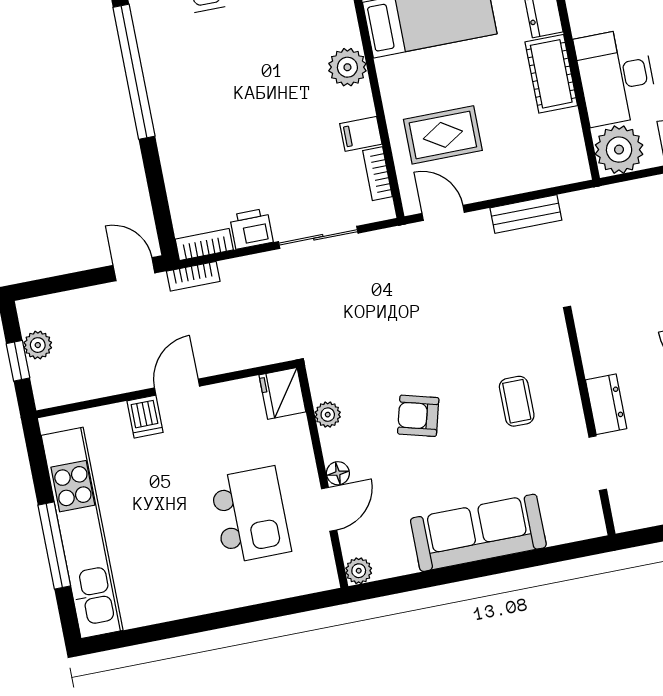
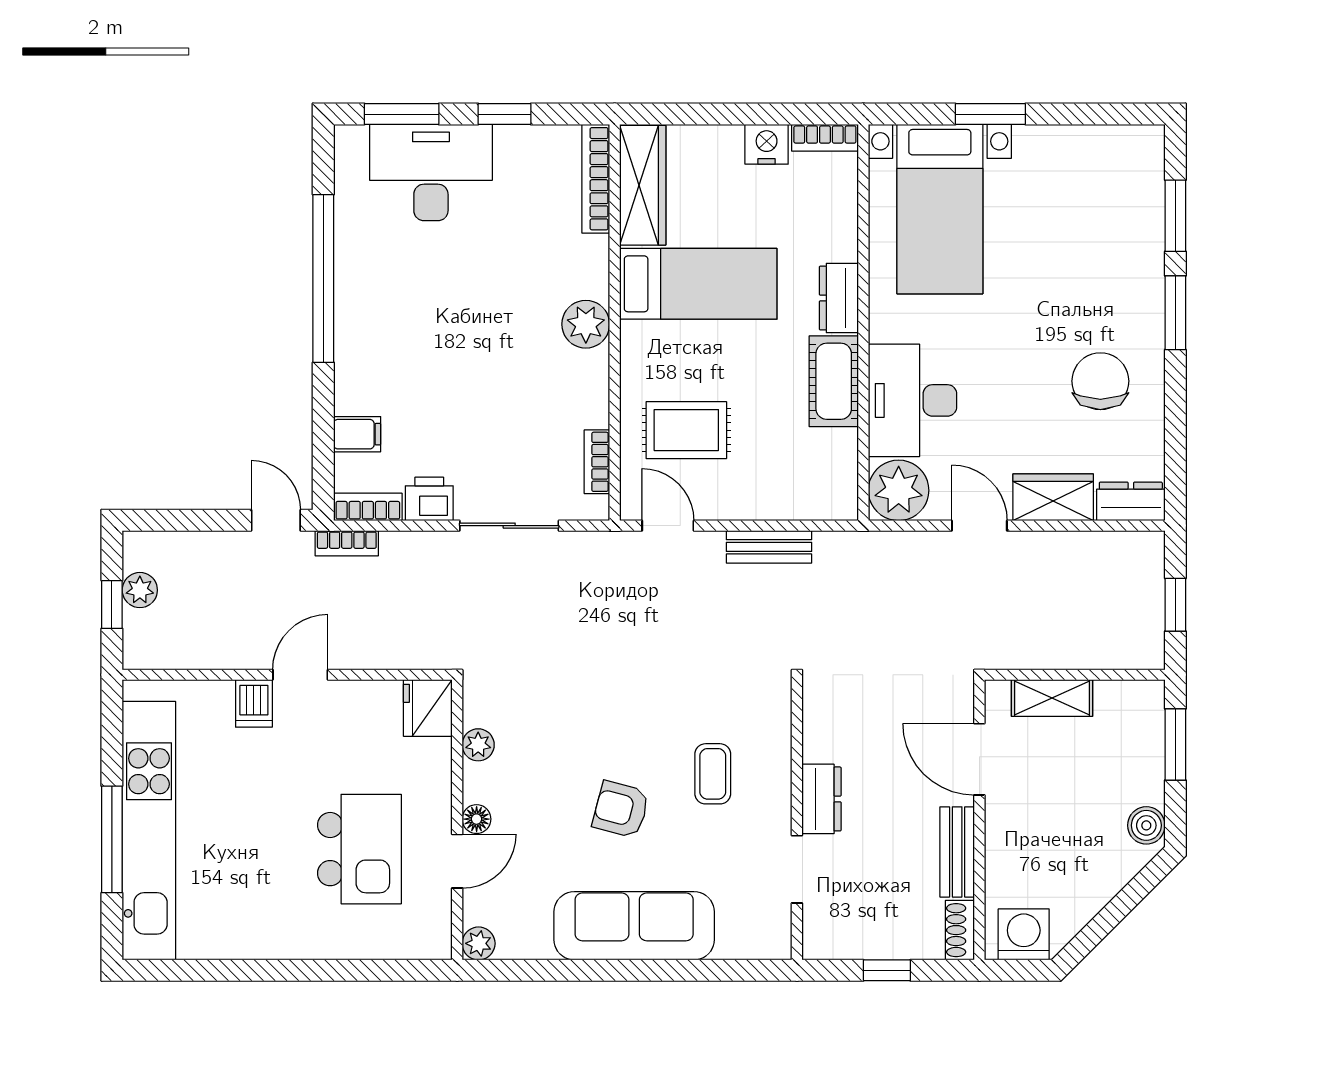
filing cabinet: (361, 134) -> (357, 434), moved, turned 180
armchair: (418, 416) -> (621, 809), moved

